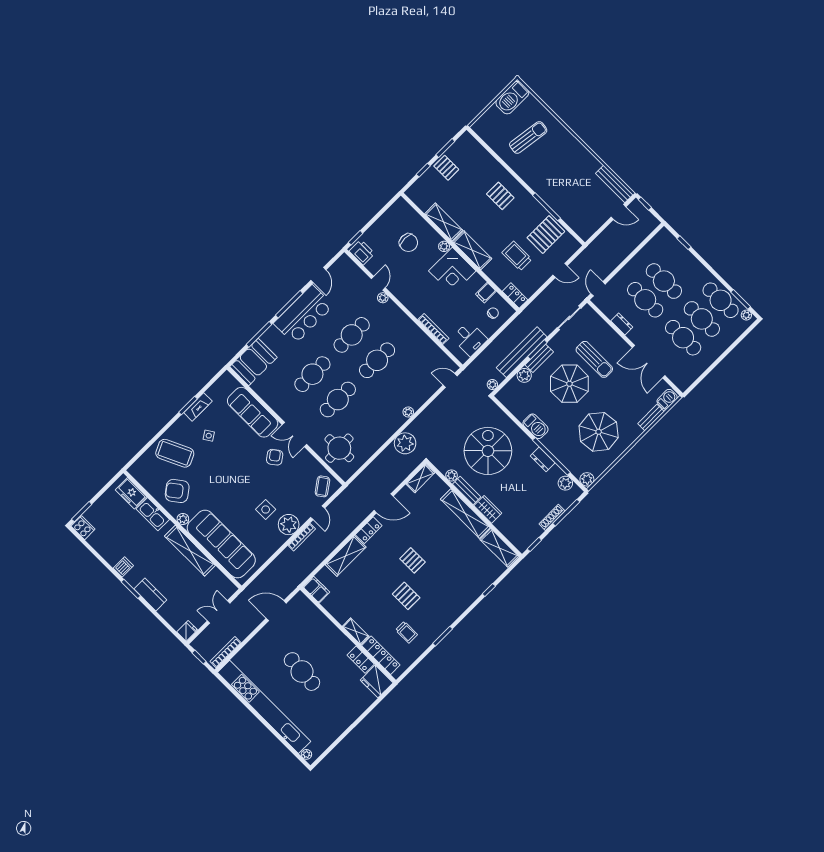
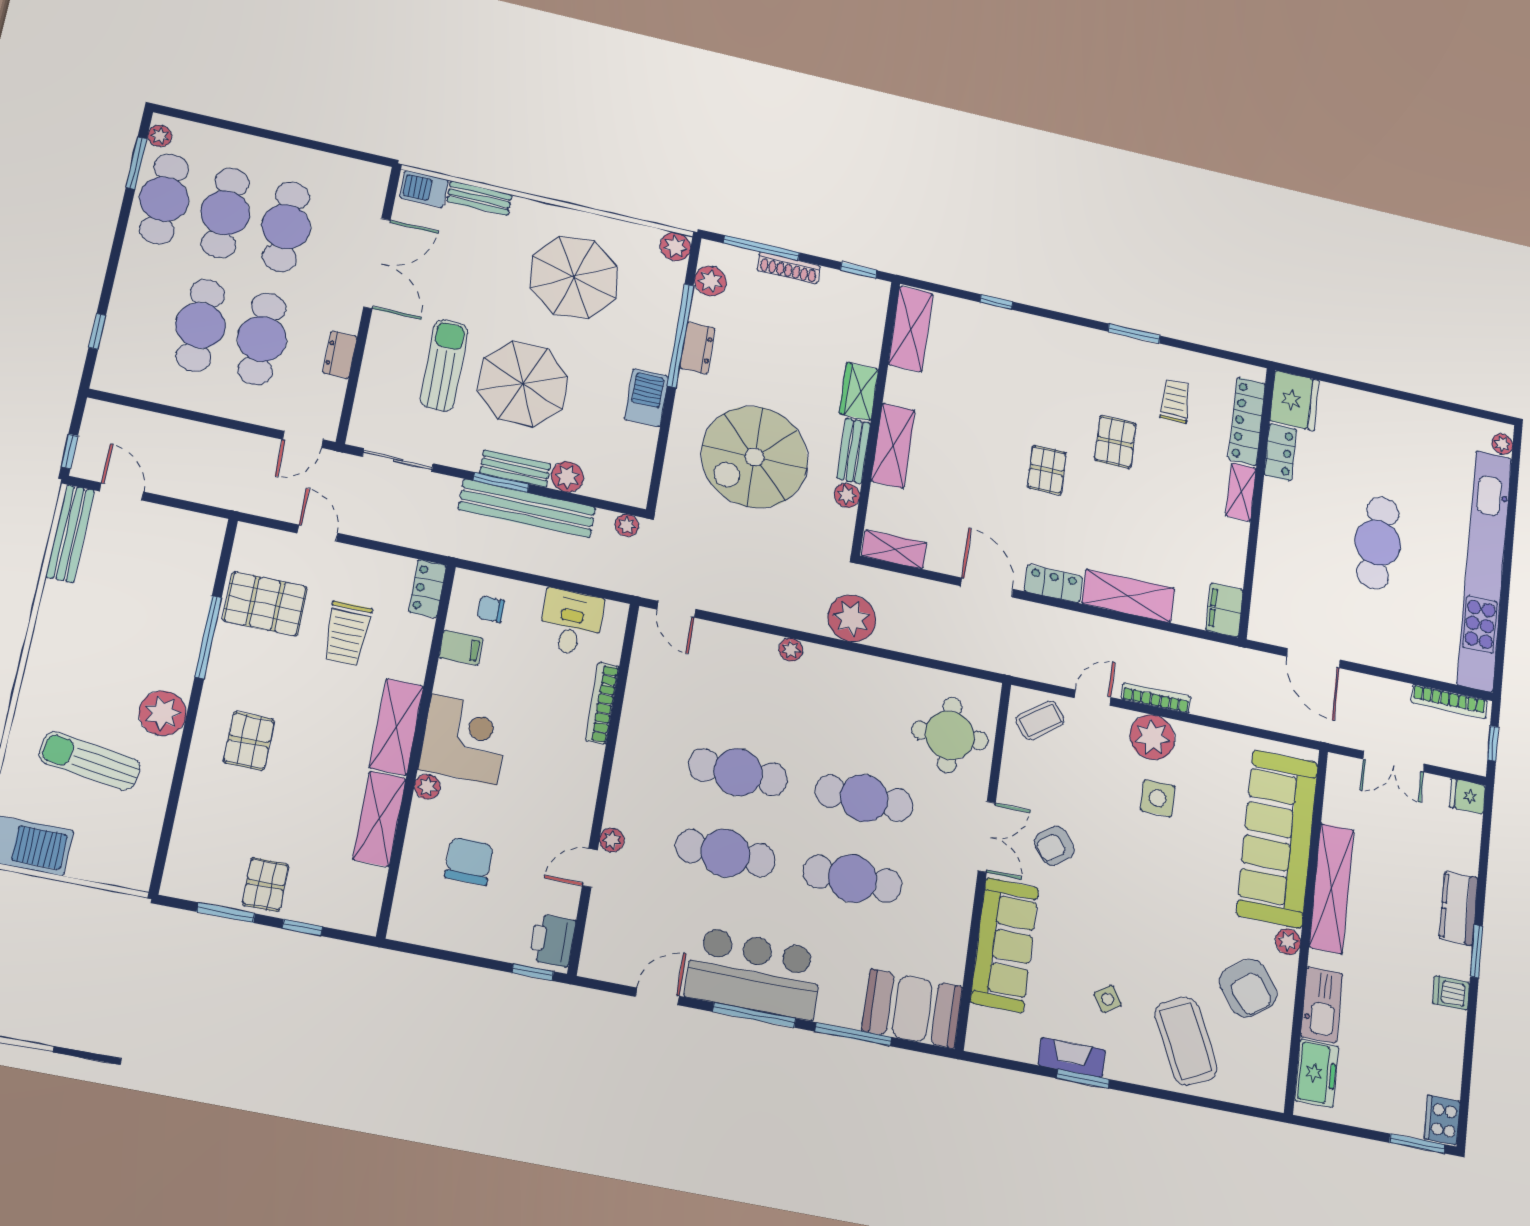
plant: (529, 173) -> (163, 713), added
shelving: (465, 513) -> (893, 446), width x0.68

